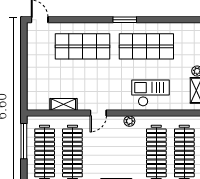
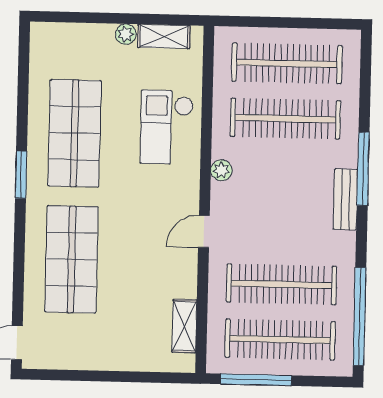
shelving: (63, 104) -> (184, 326), moved
door: (98, 113) -> (204, 232), swing flipped

